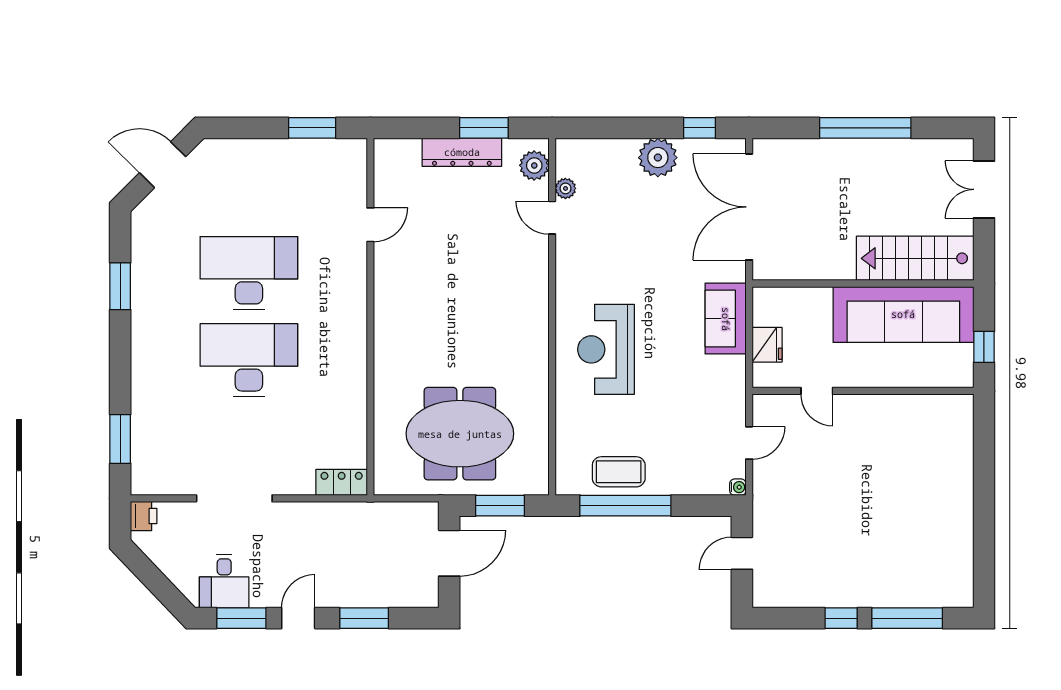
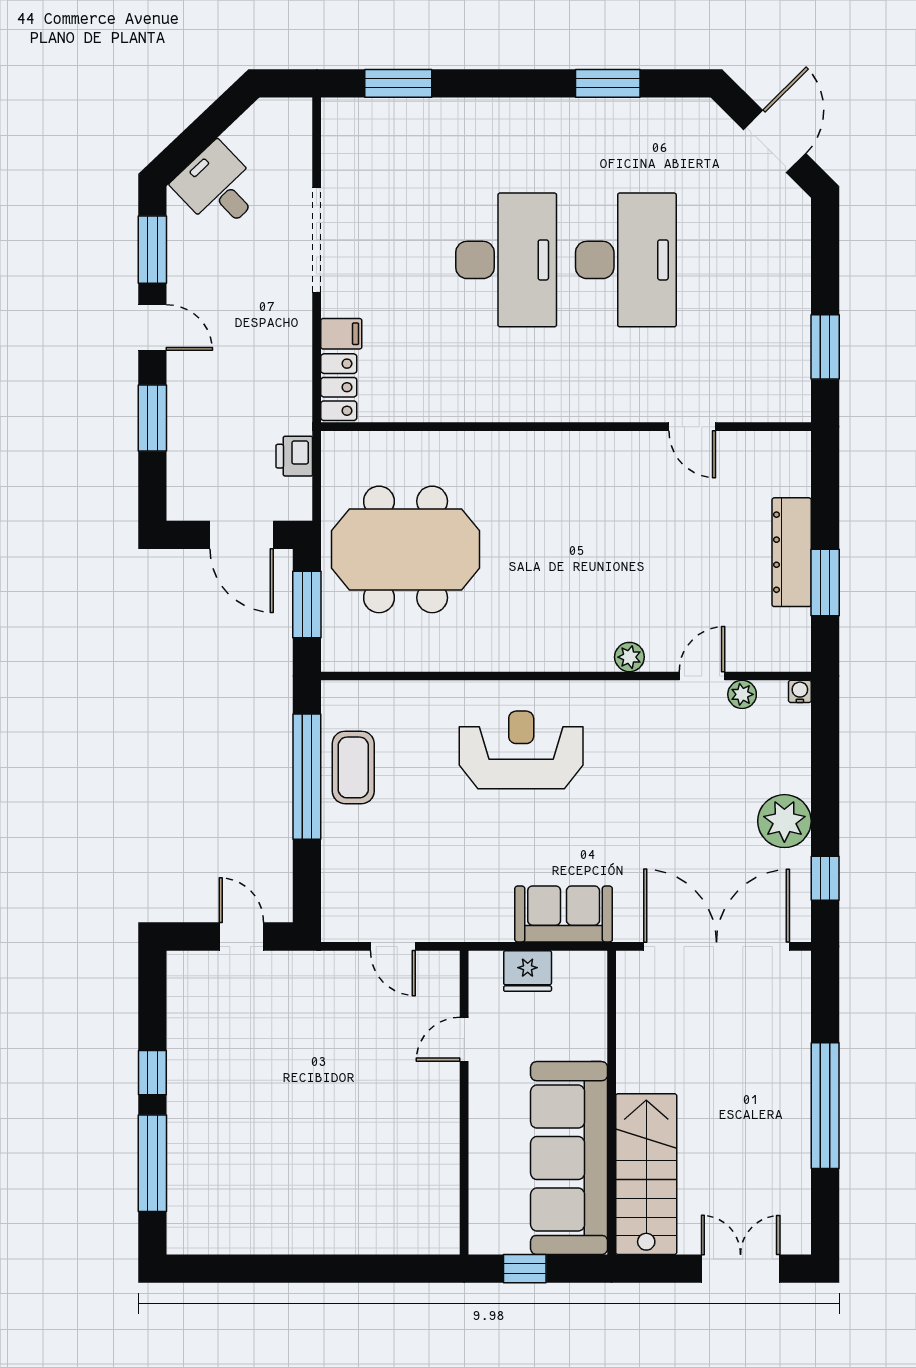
plant: (534, 165) -> (629, 657), moved, width x0.73, depth x0.73
meeting table: (460, 434) -> (406, 549), turned 90
filing cabinet: (303, 480) -> (341, 334), added
water cooler: (738, 487) -> (800, 691), moved, turned 180
printer: (144, 516) -> (294, 456), moved, turned 90
desk: (224, 581) -> (218, 187), moved, turned 46

